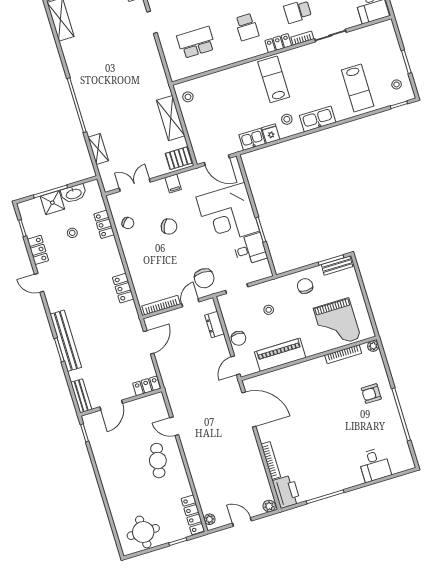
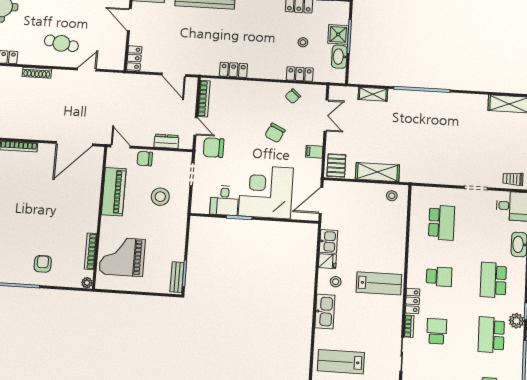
school desk: (247, 27) -> (439, 277), turned 180
chair: (305, 286) -> (169, 239), removed
stool: (269, 310) -> (160, 197), width x1.89, depth x1.89
shoe rack: (195, 472) -> (37, 73), added

